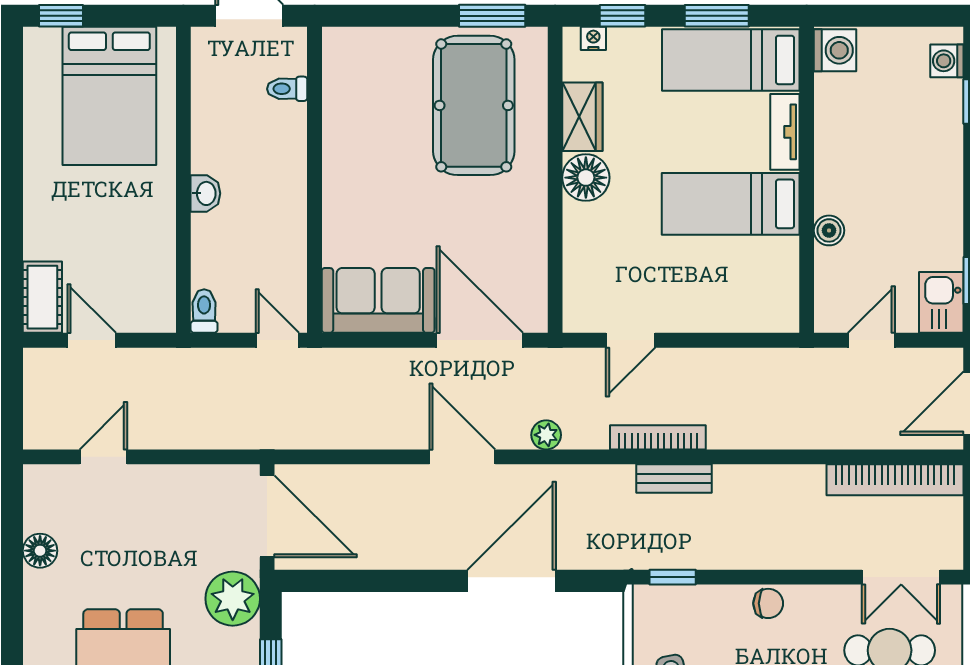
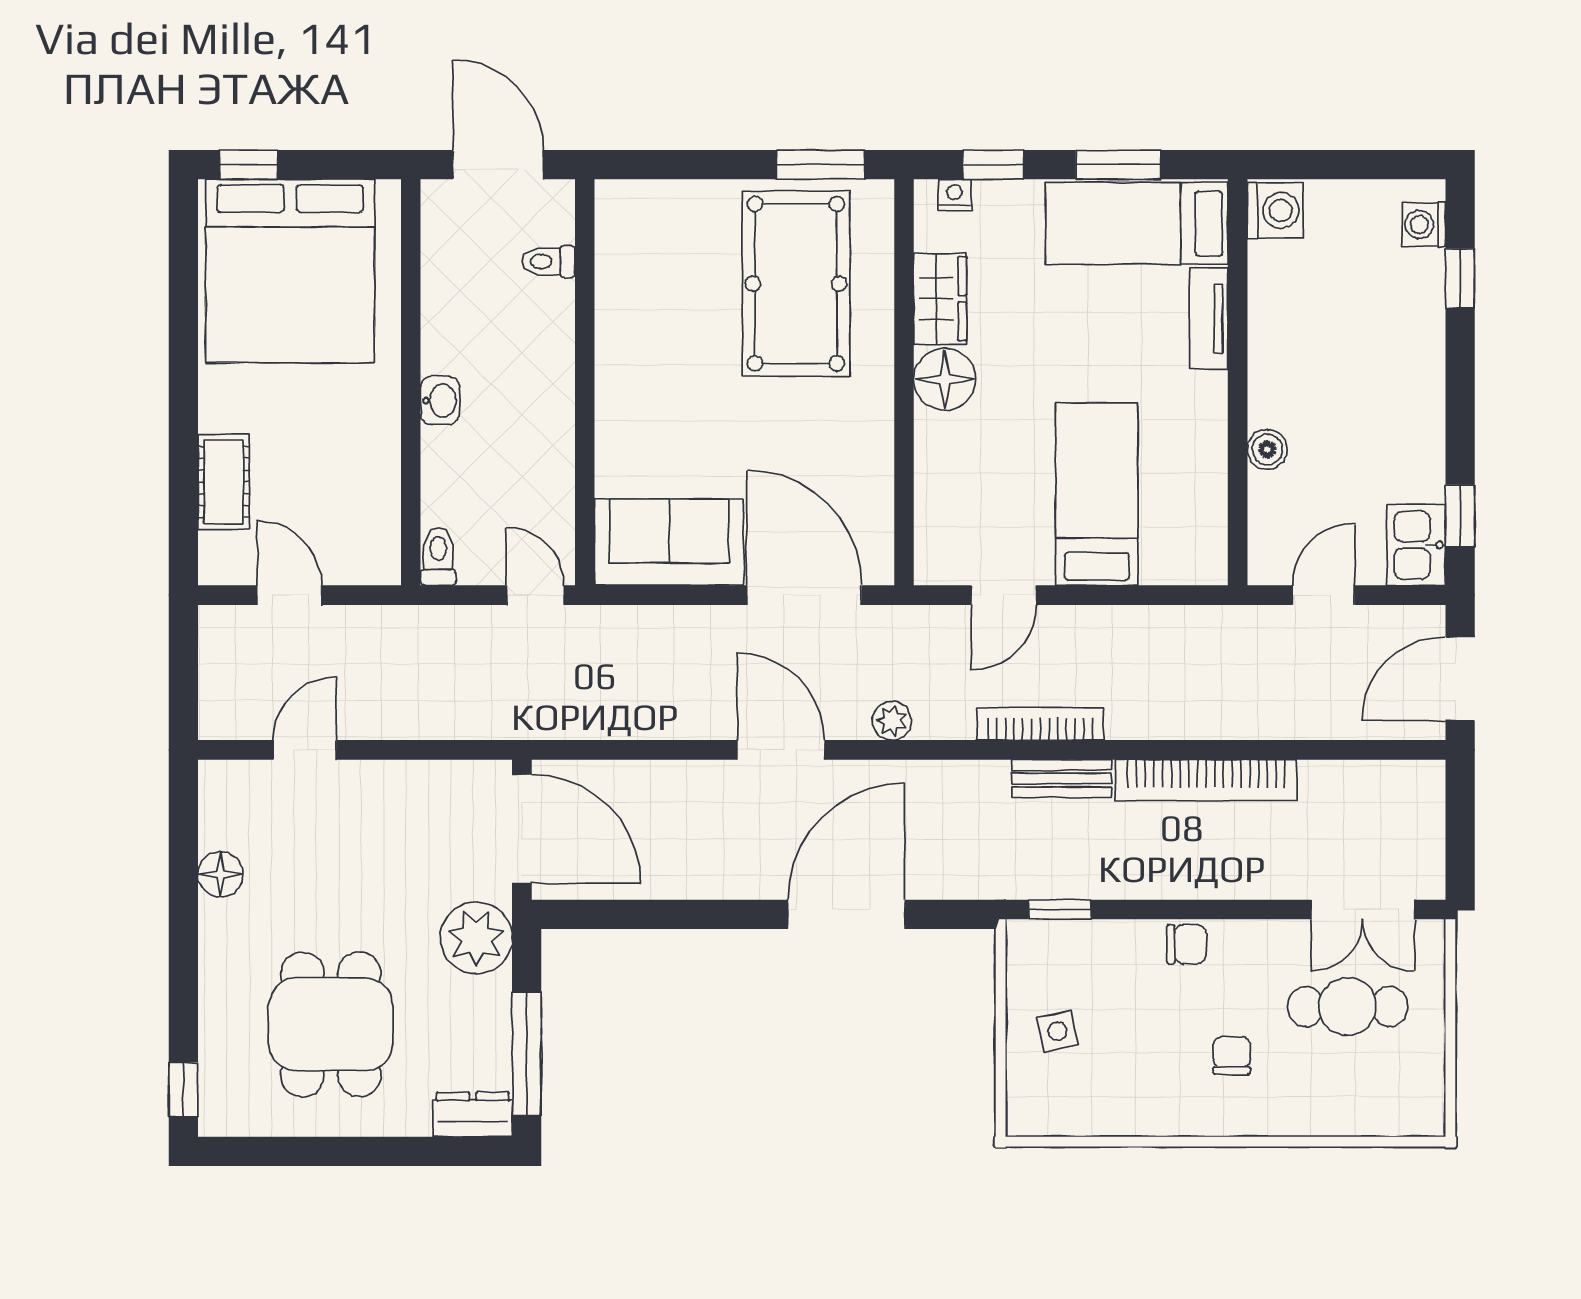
bed: (109, 96) -> (290, 271), width x1.36
bed: (731, 204) -> (1097, 494), moved, turned 90
cot: (42, 297) -> (224, 482), moved
bookcase: (895, 480) -> (1206, 780), moved

